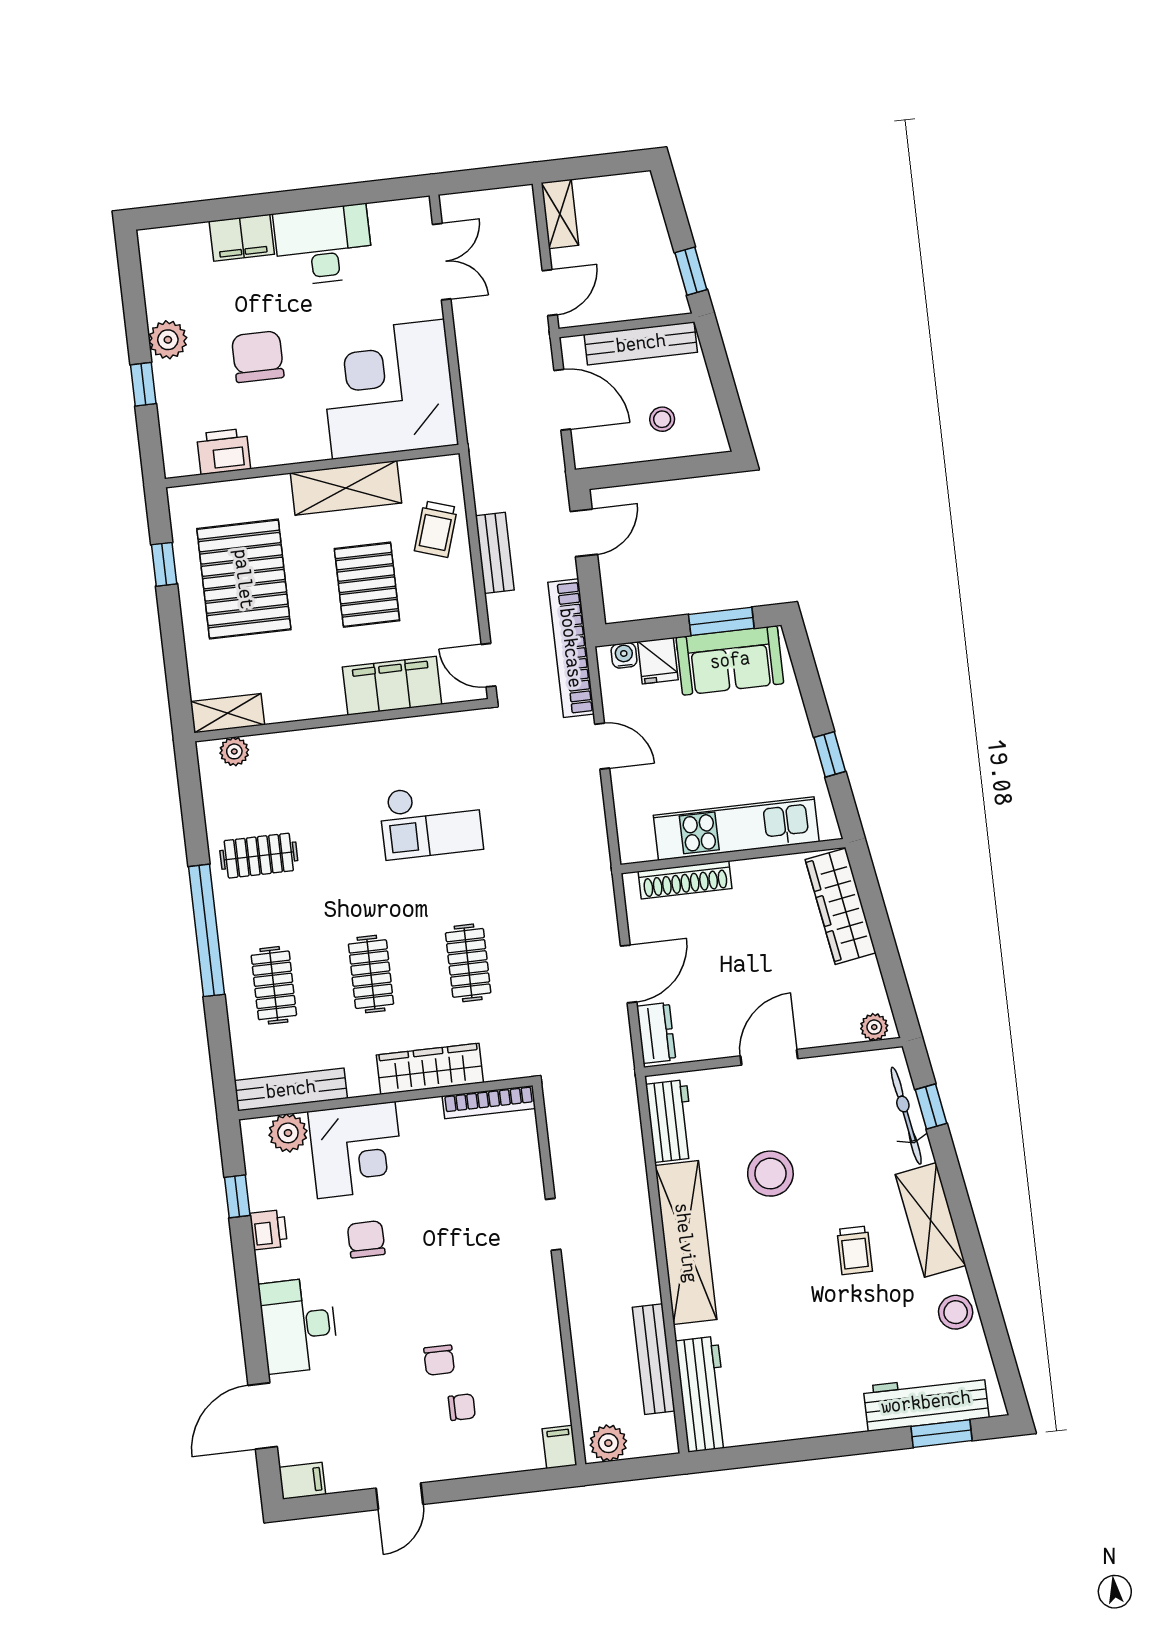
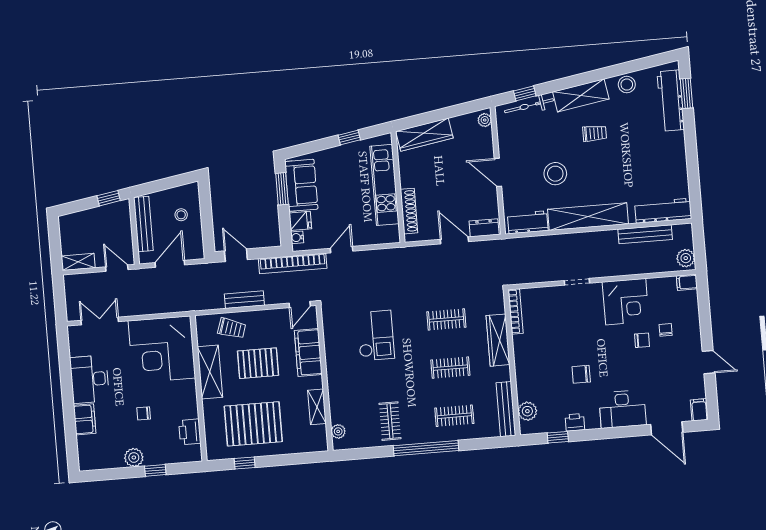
chair: (258, 357) -> (144, 413), width x0.54, depth x0.54
shelving: (227, 713) -> (317, 407), moved
corner desk: (356, 1150) -> (626, 302), moved, turned 90

